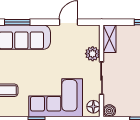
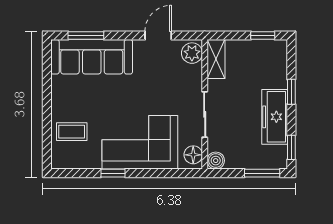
plant: (93, 54) -> (192, 53), moved

